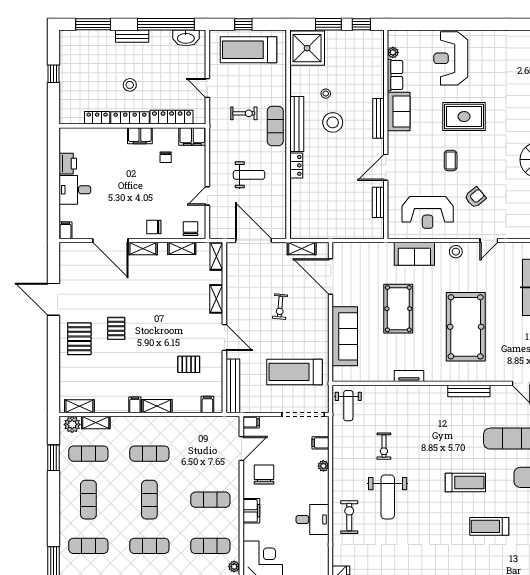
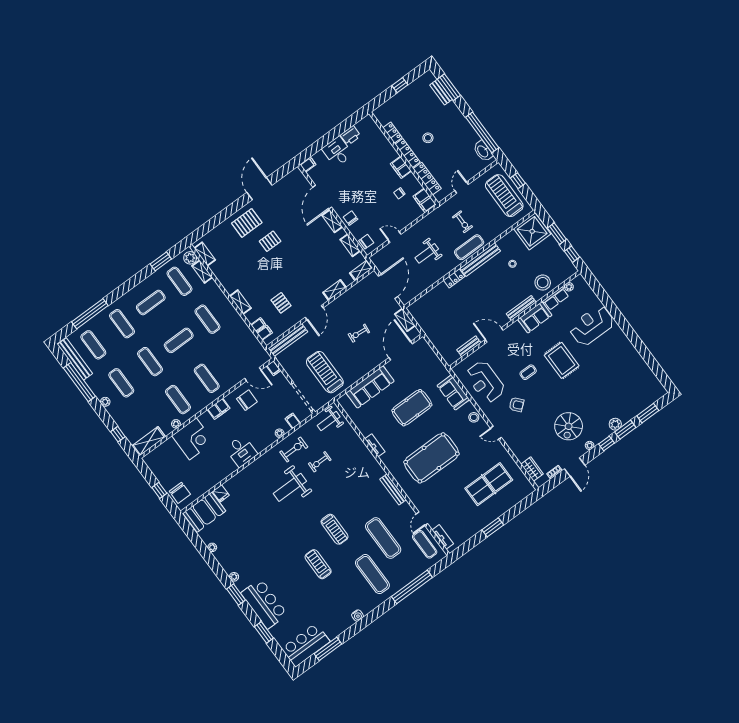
bench: (132, 36) -> (441, 92), moved
stool: (333, 122) -> (543, 283), moved
weight bench: (249, 175) -> (427, 253), turned 90
filing cabinet: (135, 405) -> (258, 325), moved
exercise bike: (349, 517) -> (294, 449), moved

